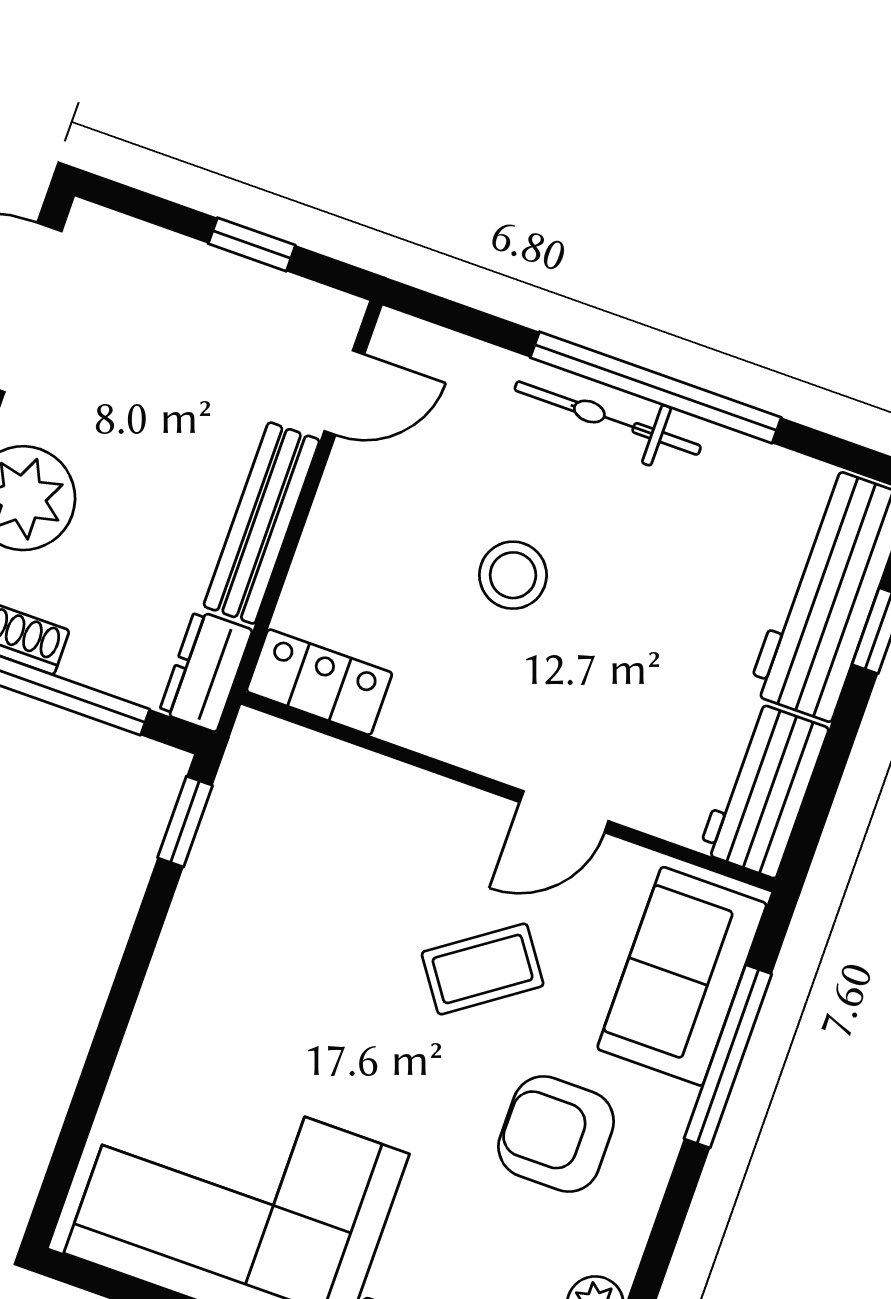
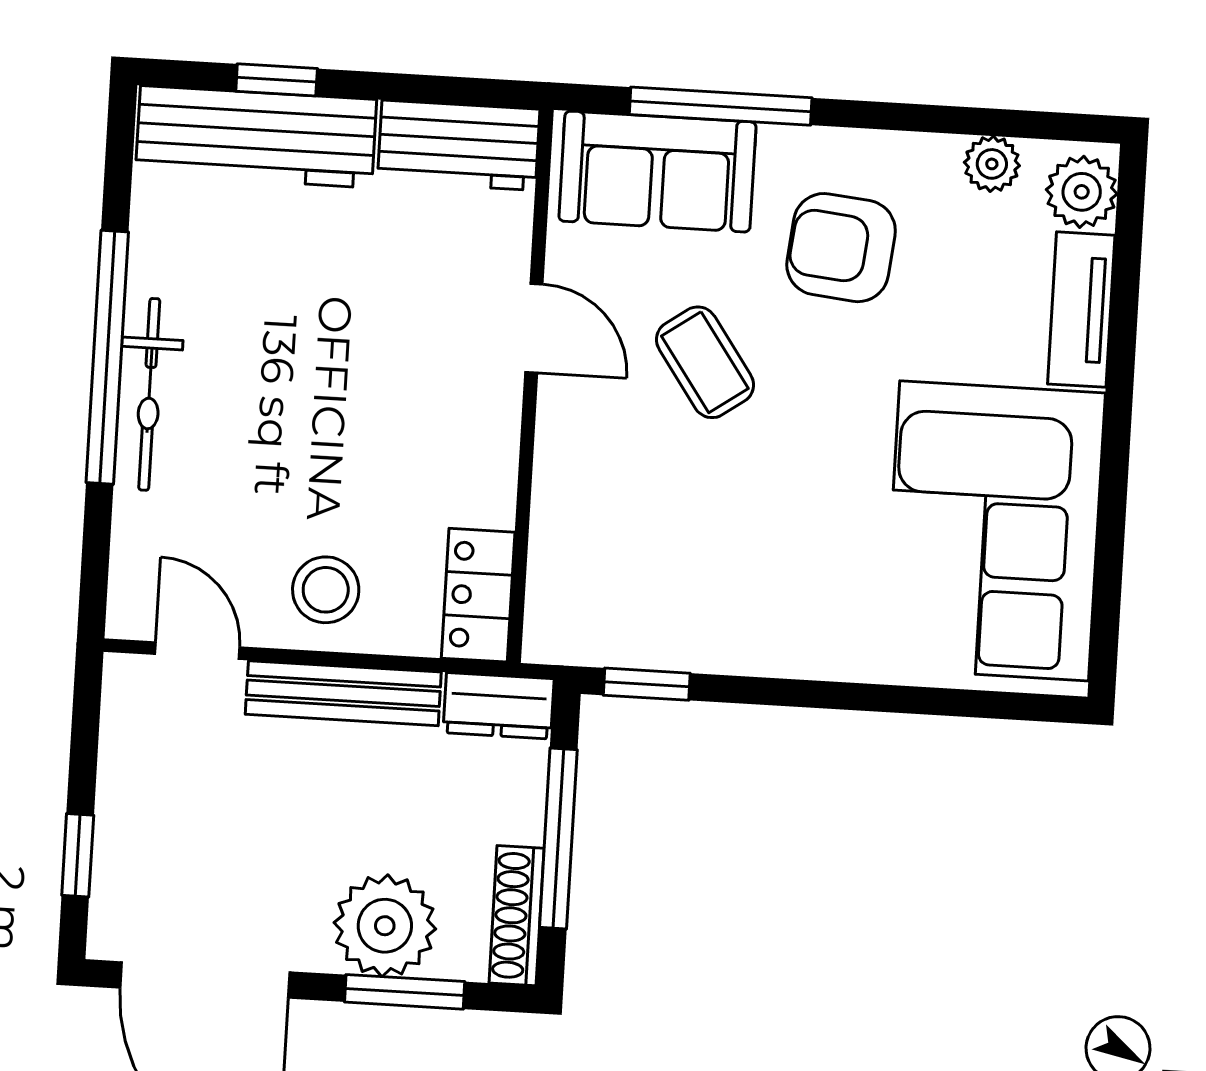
window: (252, 244) -> (78, 855), moved
stool: (513, 575) -> (326, 590), moved
armchair: (556, 1134) -> (841, 248), turned 96

